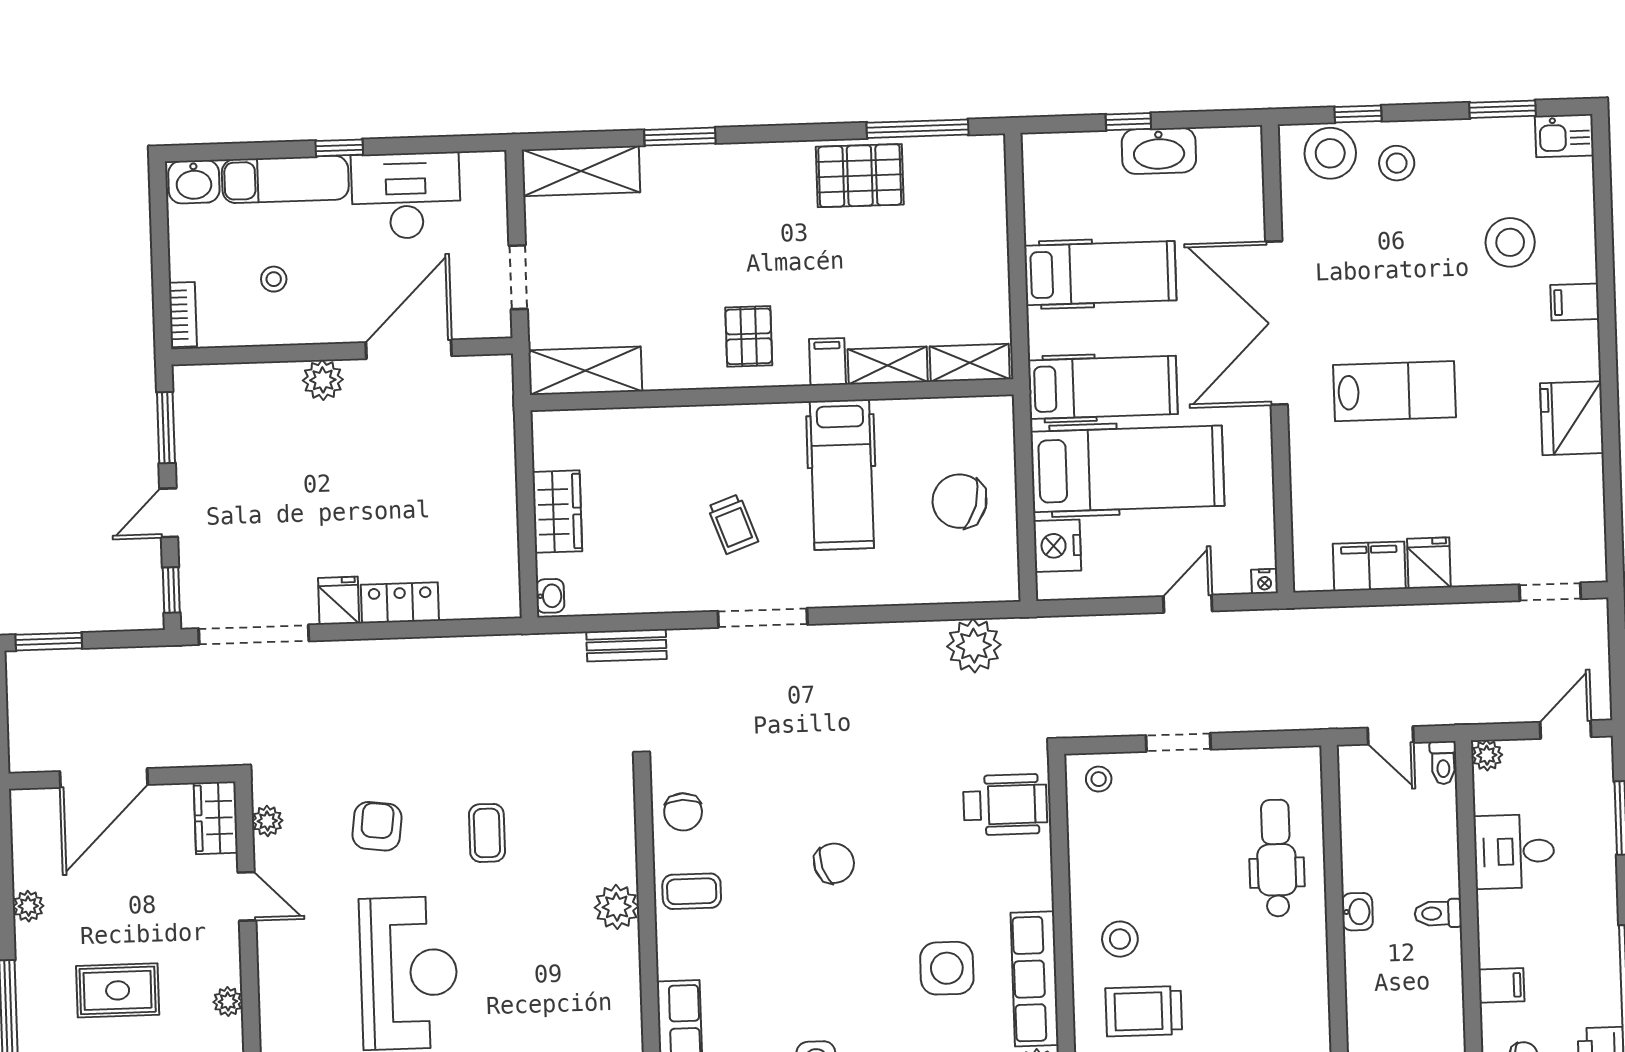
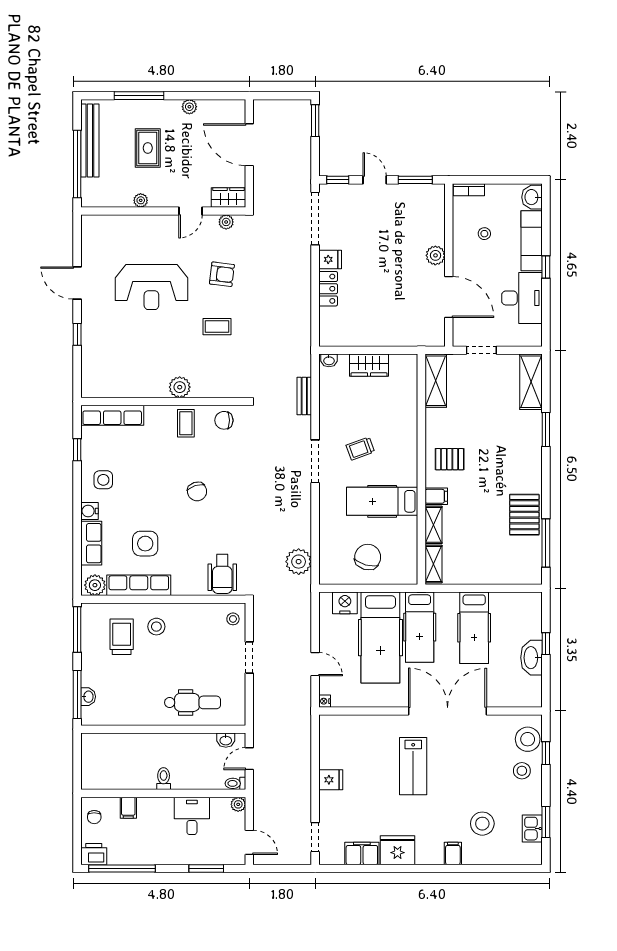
kitchen sink: (1564, 136) -> (532, 829), moved
filing cabinet: (1369, 566) -> (362, 853), moved, turned -90
washbasin: (1357, 912) -> (226, 740), moved

